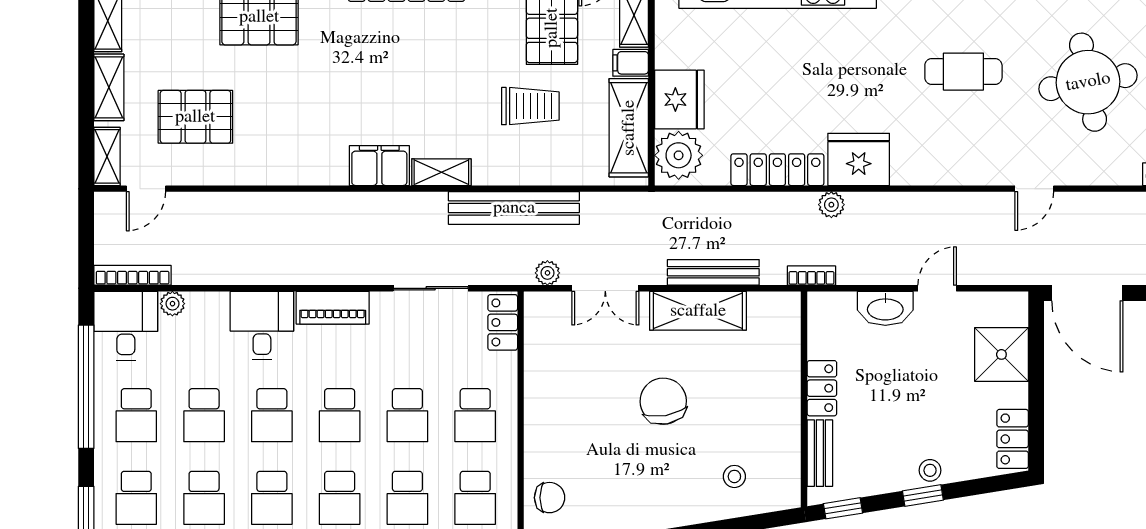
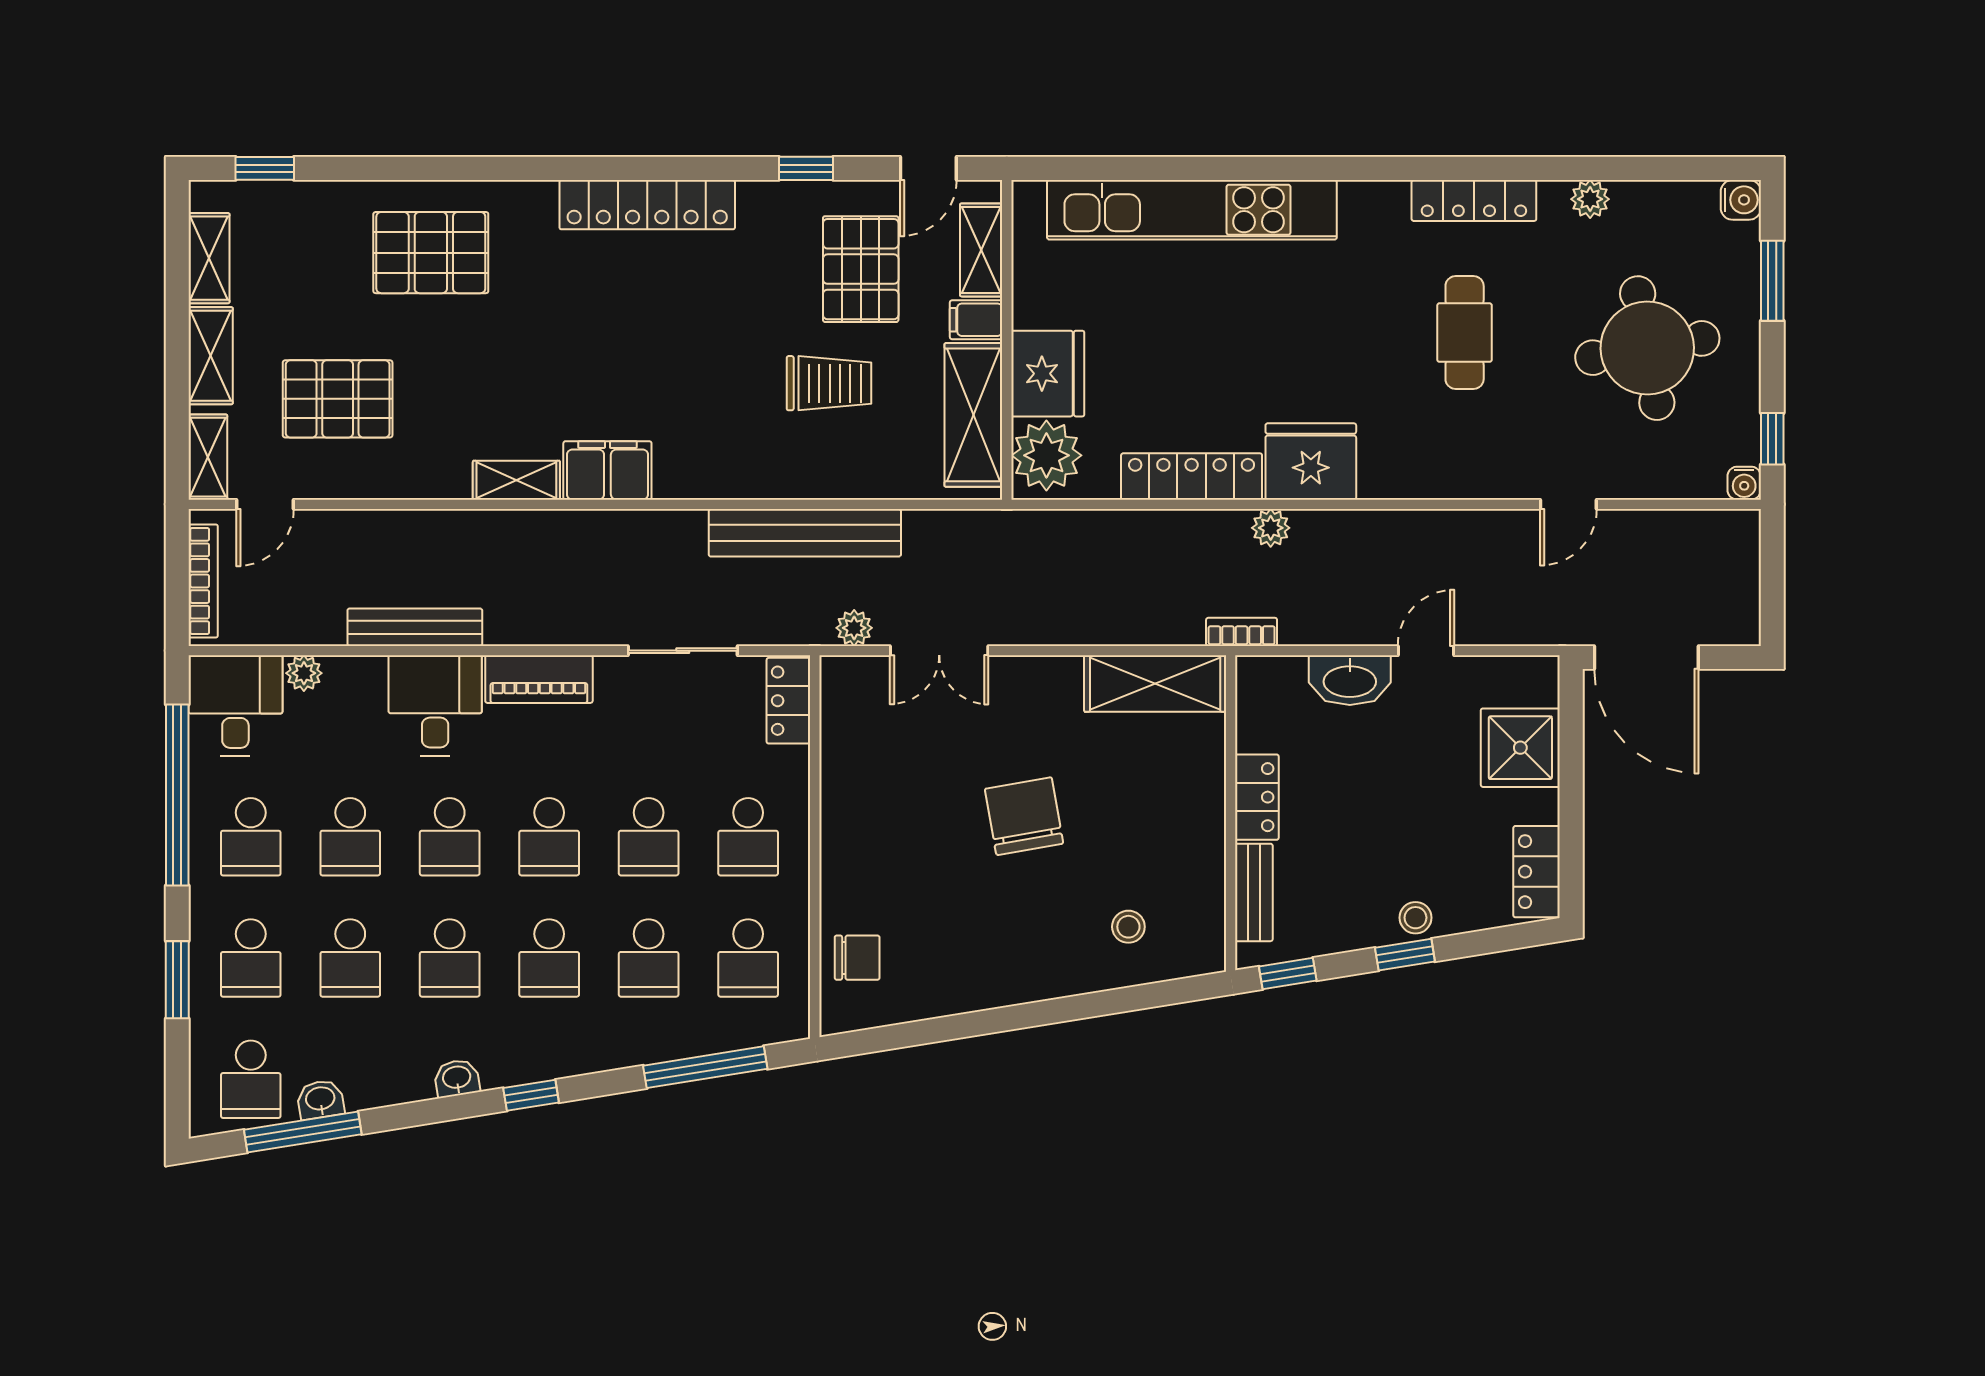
cafe table: (963, 72) -> (1465, 333), turned 90
shelving: (441, 172) -> (516, 480), moved
bench: (713, 272) -> (415, 627), moved
bookcase: (133, 275) -> (203, 581), moved, turned 90
shelving: (698, 311) -> (1155, 684), moved

